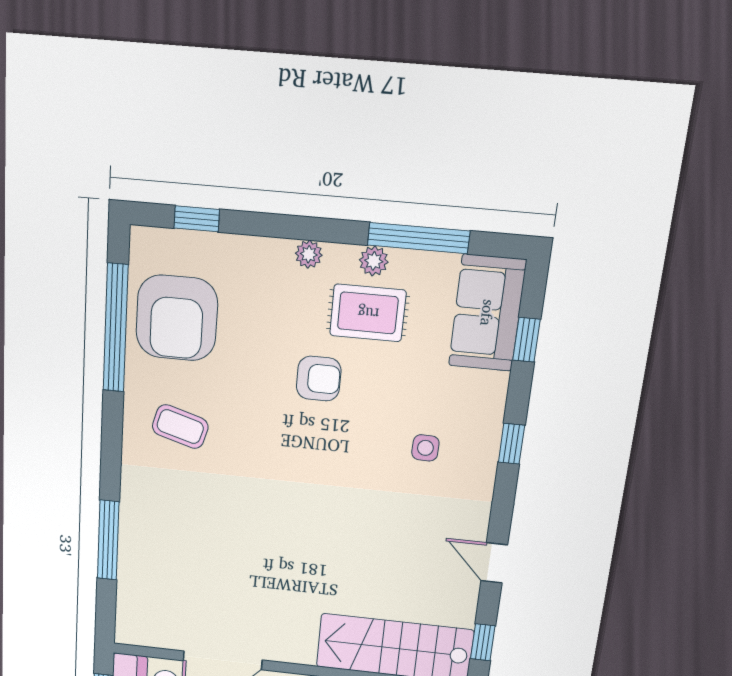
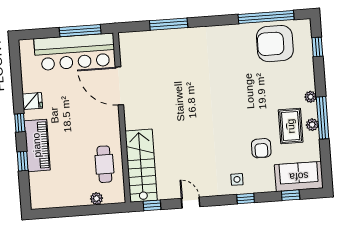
window: (419, 238) -> (323, 118), moved
armchair: (319, 379) -> (261, 148), moved
coffee table: (180, 427) -> (228, 51), removed
side table: (425, 448) -> (237, 179), moved
door: (494, 563) -> (191, 203), hinge flipped

